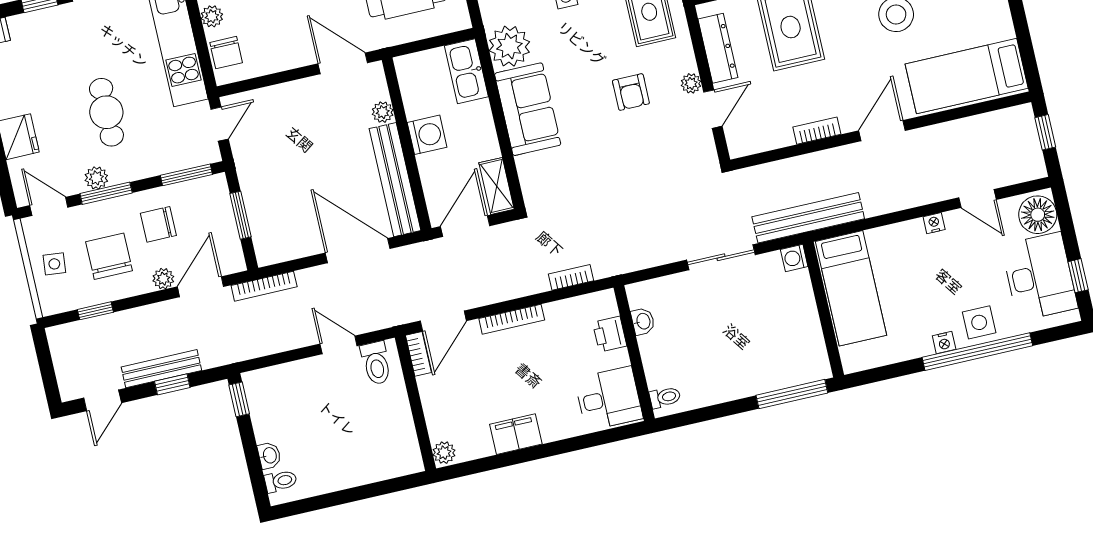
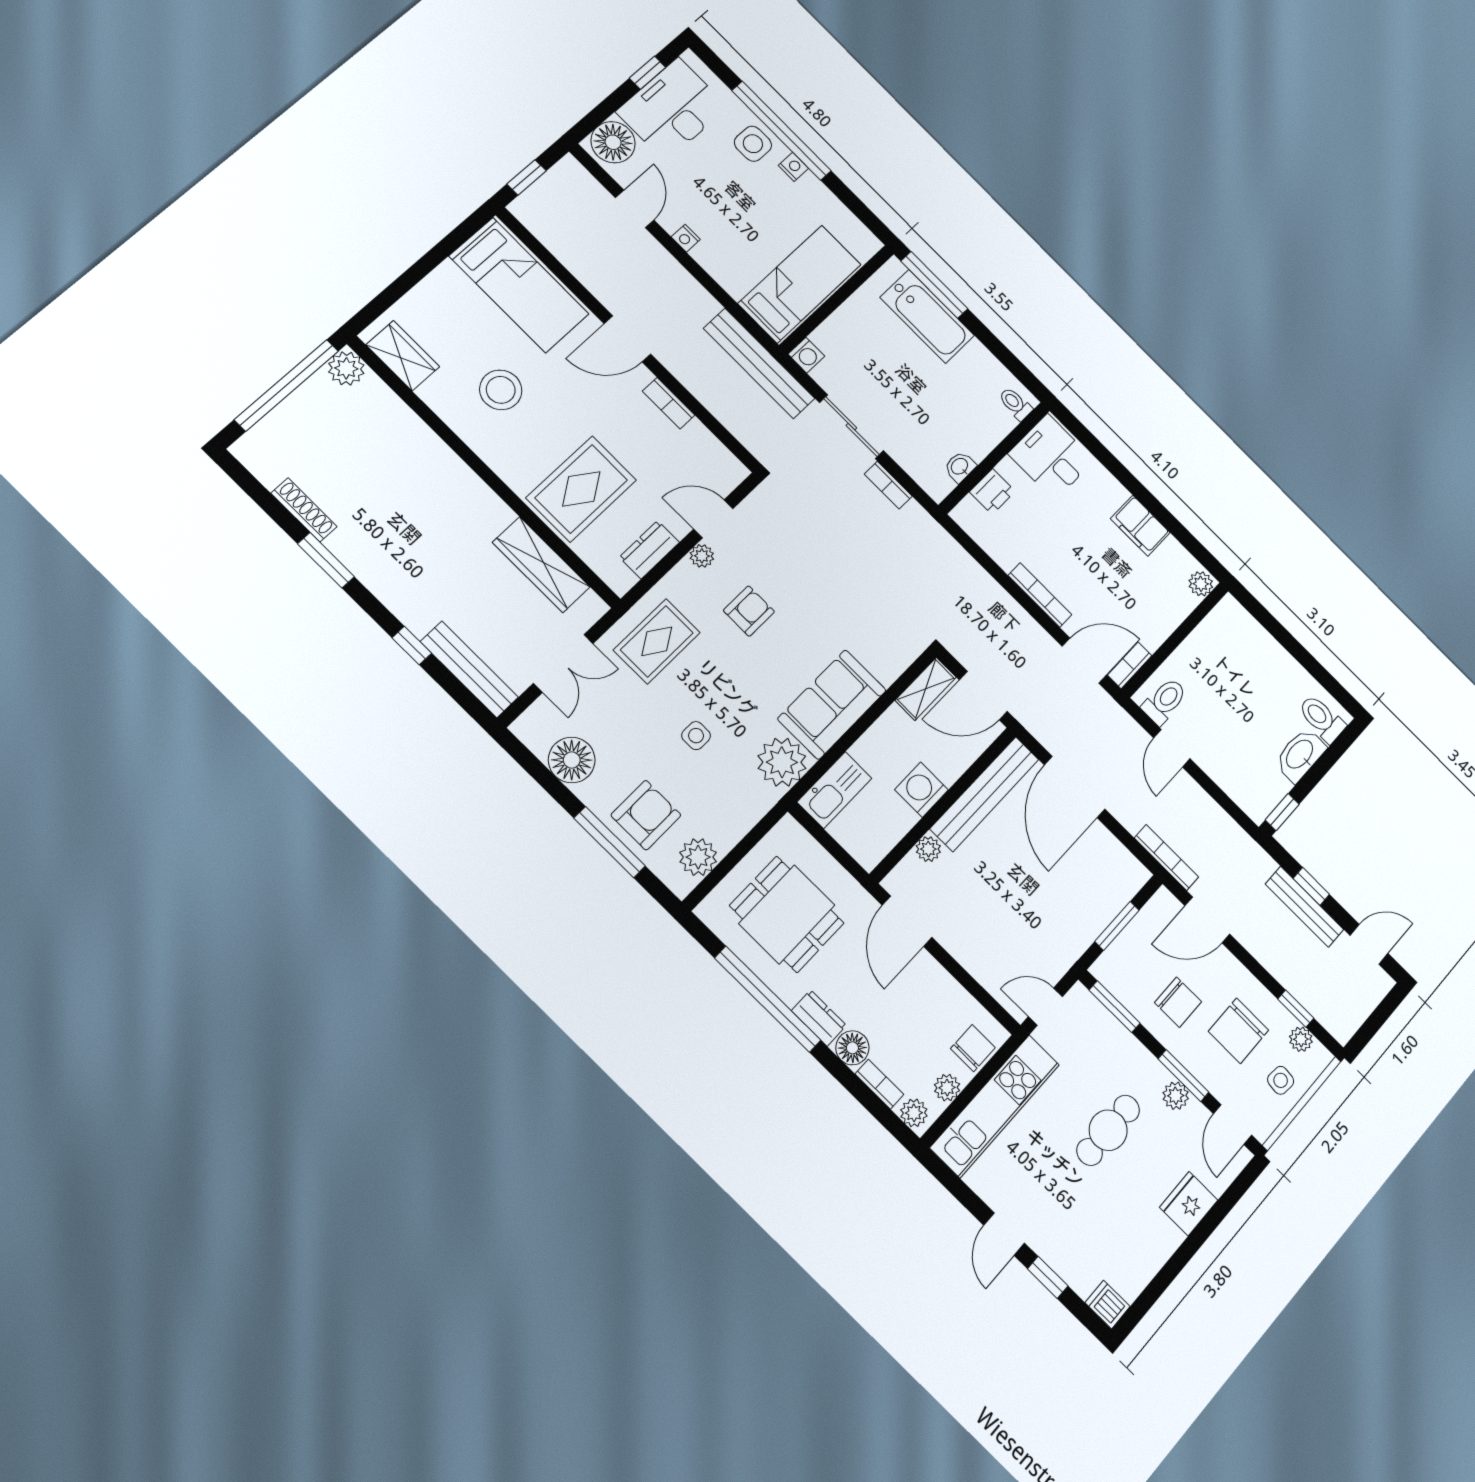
dresser: (718, 48) -> (649, 550), width x0.70
bookcase: (571, 277) -> (888, 485), moved
plant: (163, 279) -> (1301, 1039), moved
bathtub: (771, 372) -> (927, 316), added
washbasin: (269, 455) -> (1300, 755), width x1.91, depth x1.45
toilet: (281, 481) -> (1322, 719), width x1.37, depth x1.39

